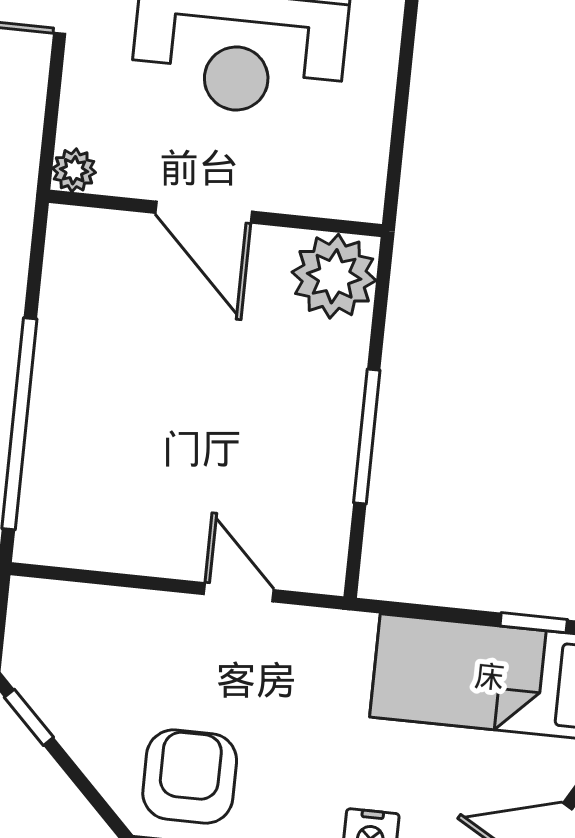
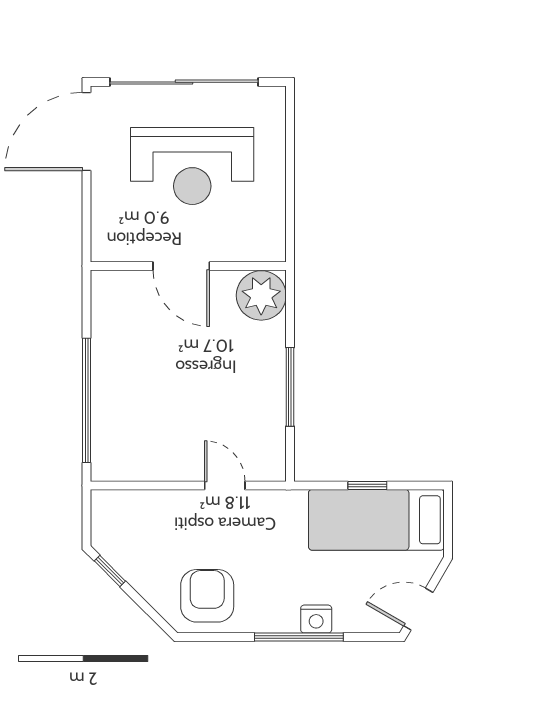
plant: (74, 170) -> (103, 249), removed
window: (534, 623) -> (367, 485), moved

